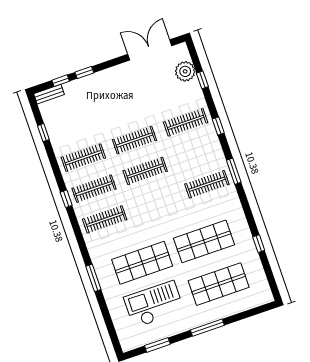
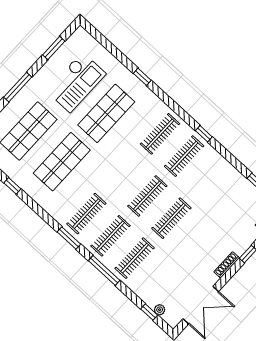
plant: (185, 71) -> (160, 310), width x0.53, depth x0.53
shoe rack: (108, 73) -> (227, 265), added
window: (202, 80) -> (149, 312), moved
window: (218, 126) -> (104, 270), width x2.17
clothes rail: (83, 158) -> (110, 236), moved
window: (93, 278) -> (142, 77), width x0.67

